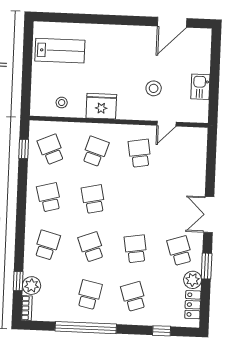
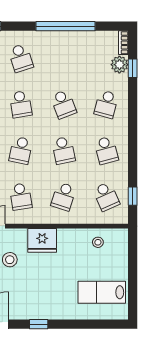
window: (127, 20) -> (39, 324), added
fridge: (101, 106) -> (42, 240), moved
school desk: (89, 295) -> (21, 150), moved

